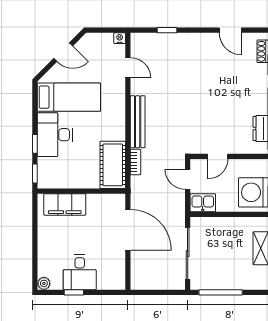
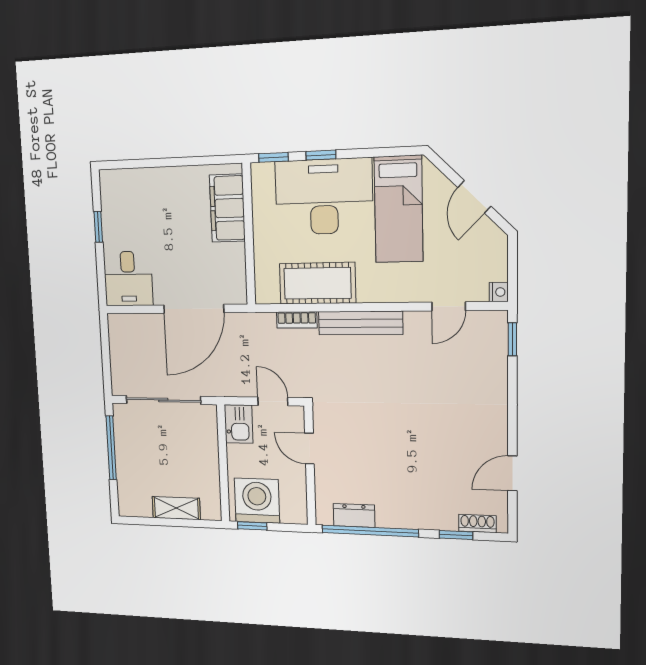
window: (167, 30) -> (512, 339), moved
desk: (55, 135) -> (324, 197), width x1.36, depth x1.30
cot: (113, 165) -> (318, 283), moved
door: (188, 179) -> (273, 401), hinge flipped
desk: (80, 272) -> (128, 279), moved, turned -90
plant: (44, 283) -> (108, 179), removed

